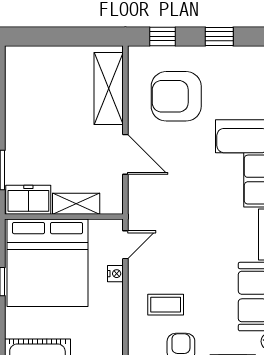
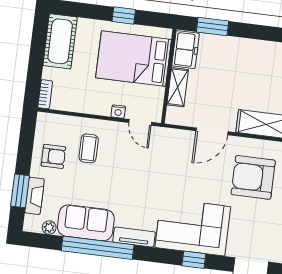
armchair: (176, 96) -> (253, 177), turned -90
bed: (48, 263) -> (134, 59), width x0.73

